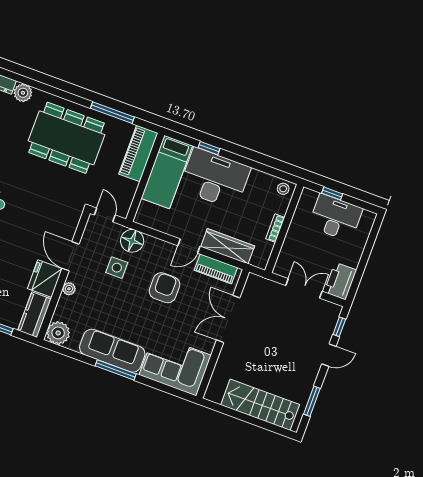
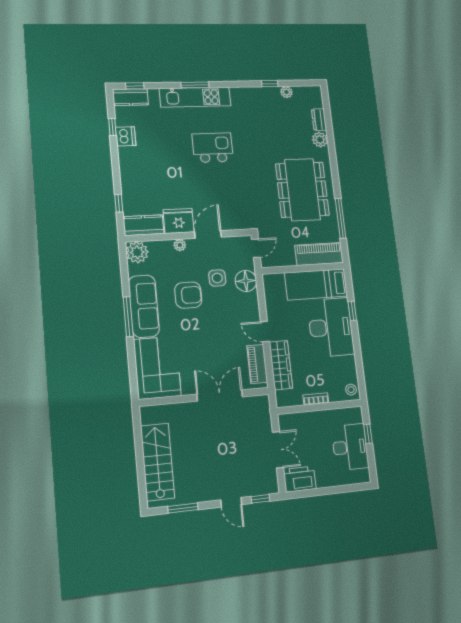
armchair: (164, 288) -> (188, 295), moved

